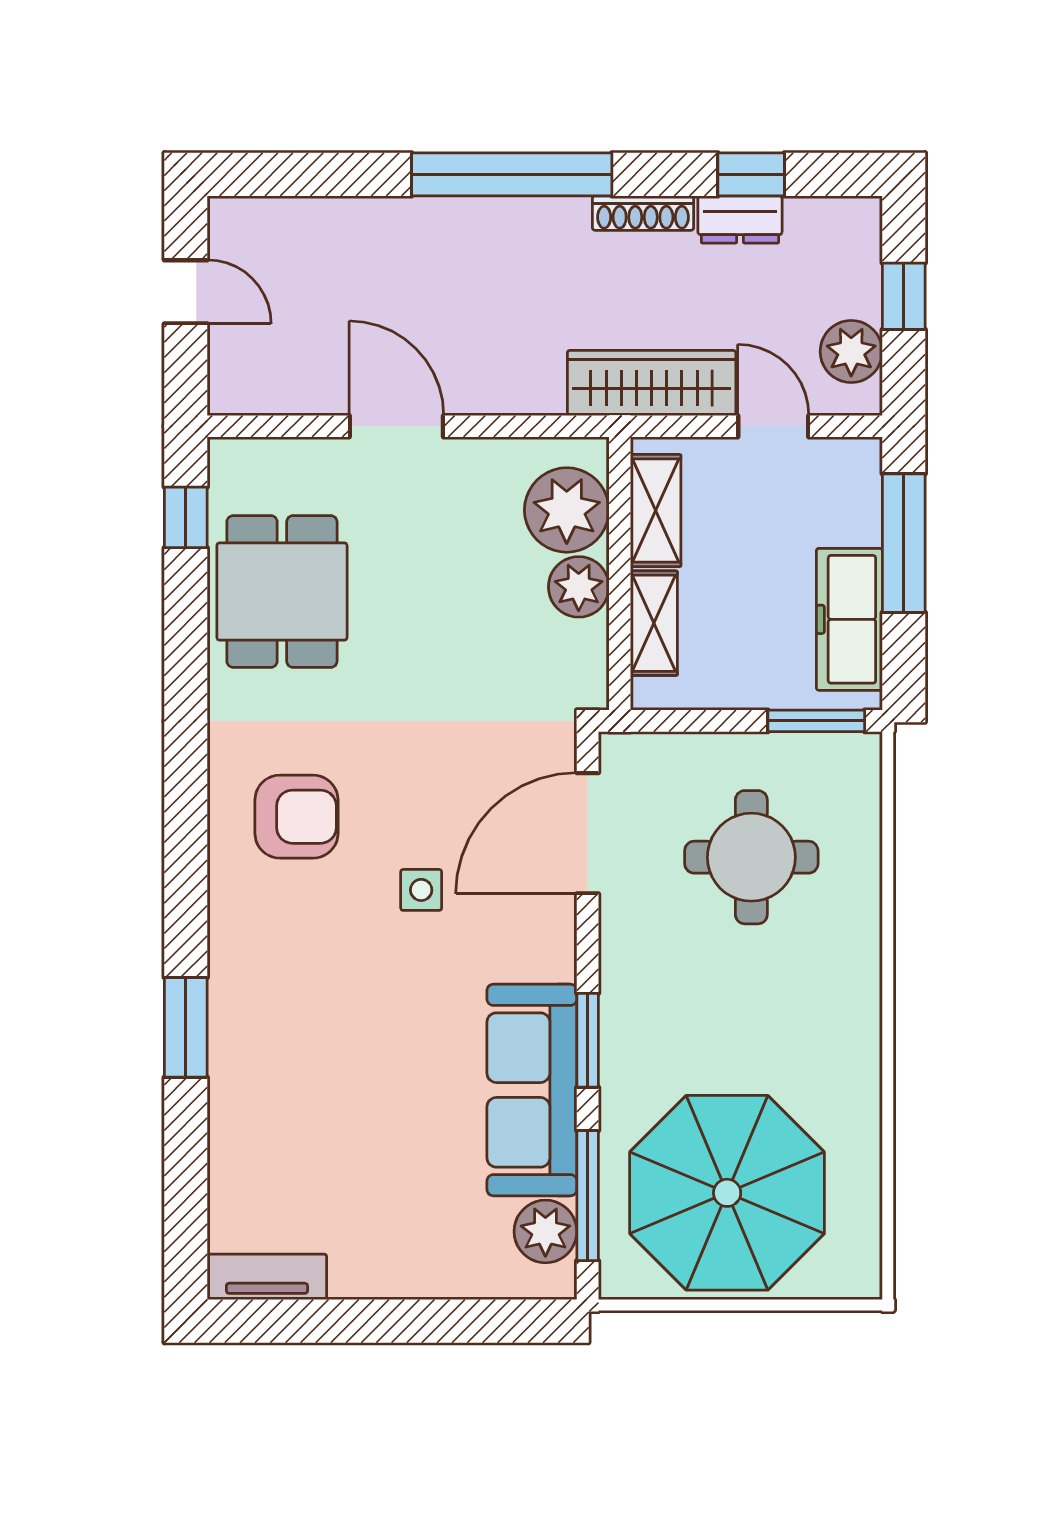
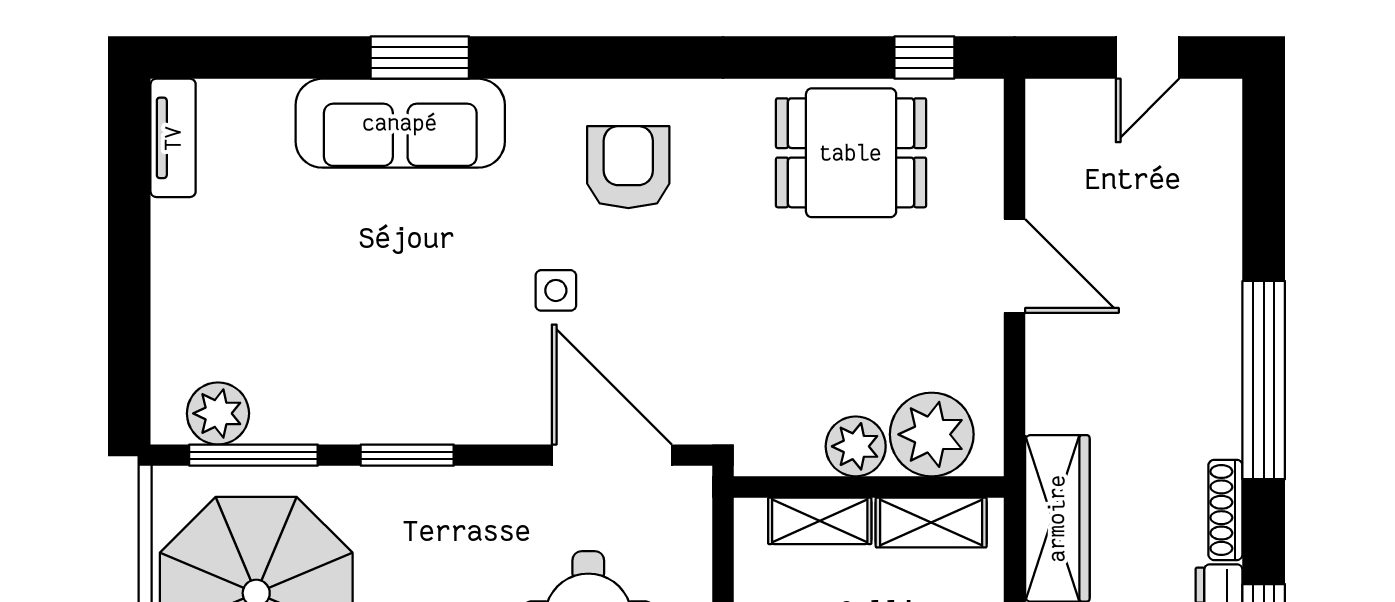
door: (396, 426) -> (1015, 266), hinge flipped
armchair: (296, 817) -> (628, 167), turned 180
sofa: (532, 1090) -> (400, 123), moved, turned 180

